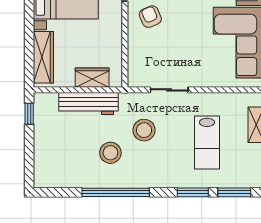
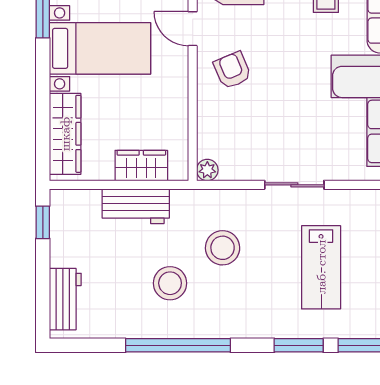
plant: (134, 80) -> (207, 170), added
sliding door: (169, 90) -> (294, 185), moved
workbench: (89, 104) -> (136, 206), width x0.73
workbench: (44, 163) -> (65, 299), added

